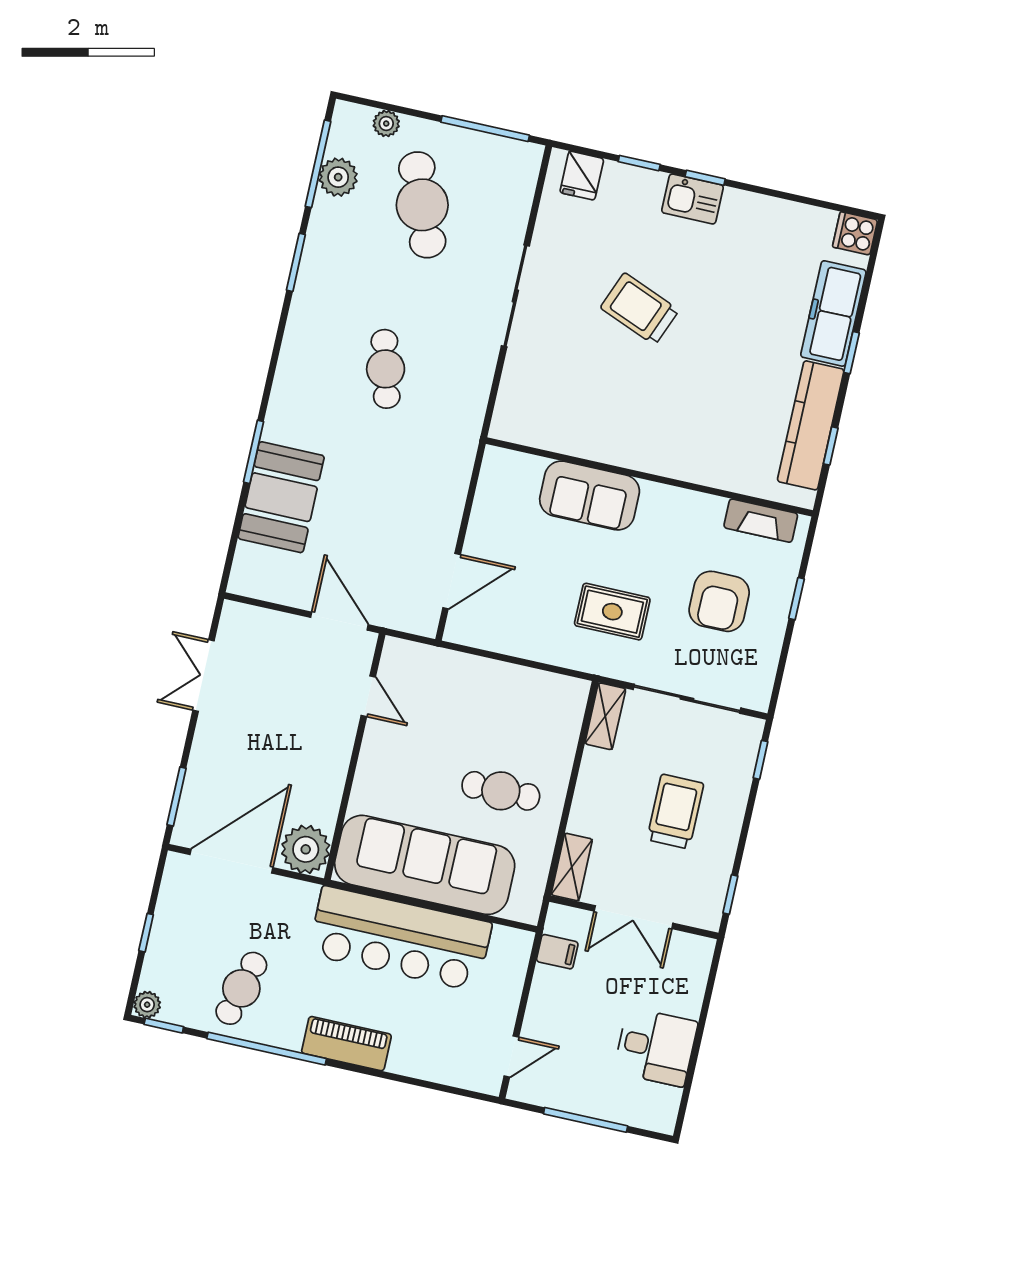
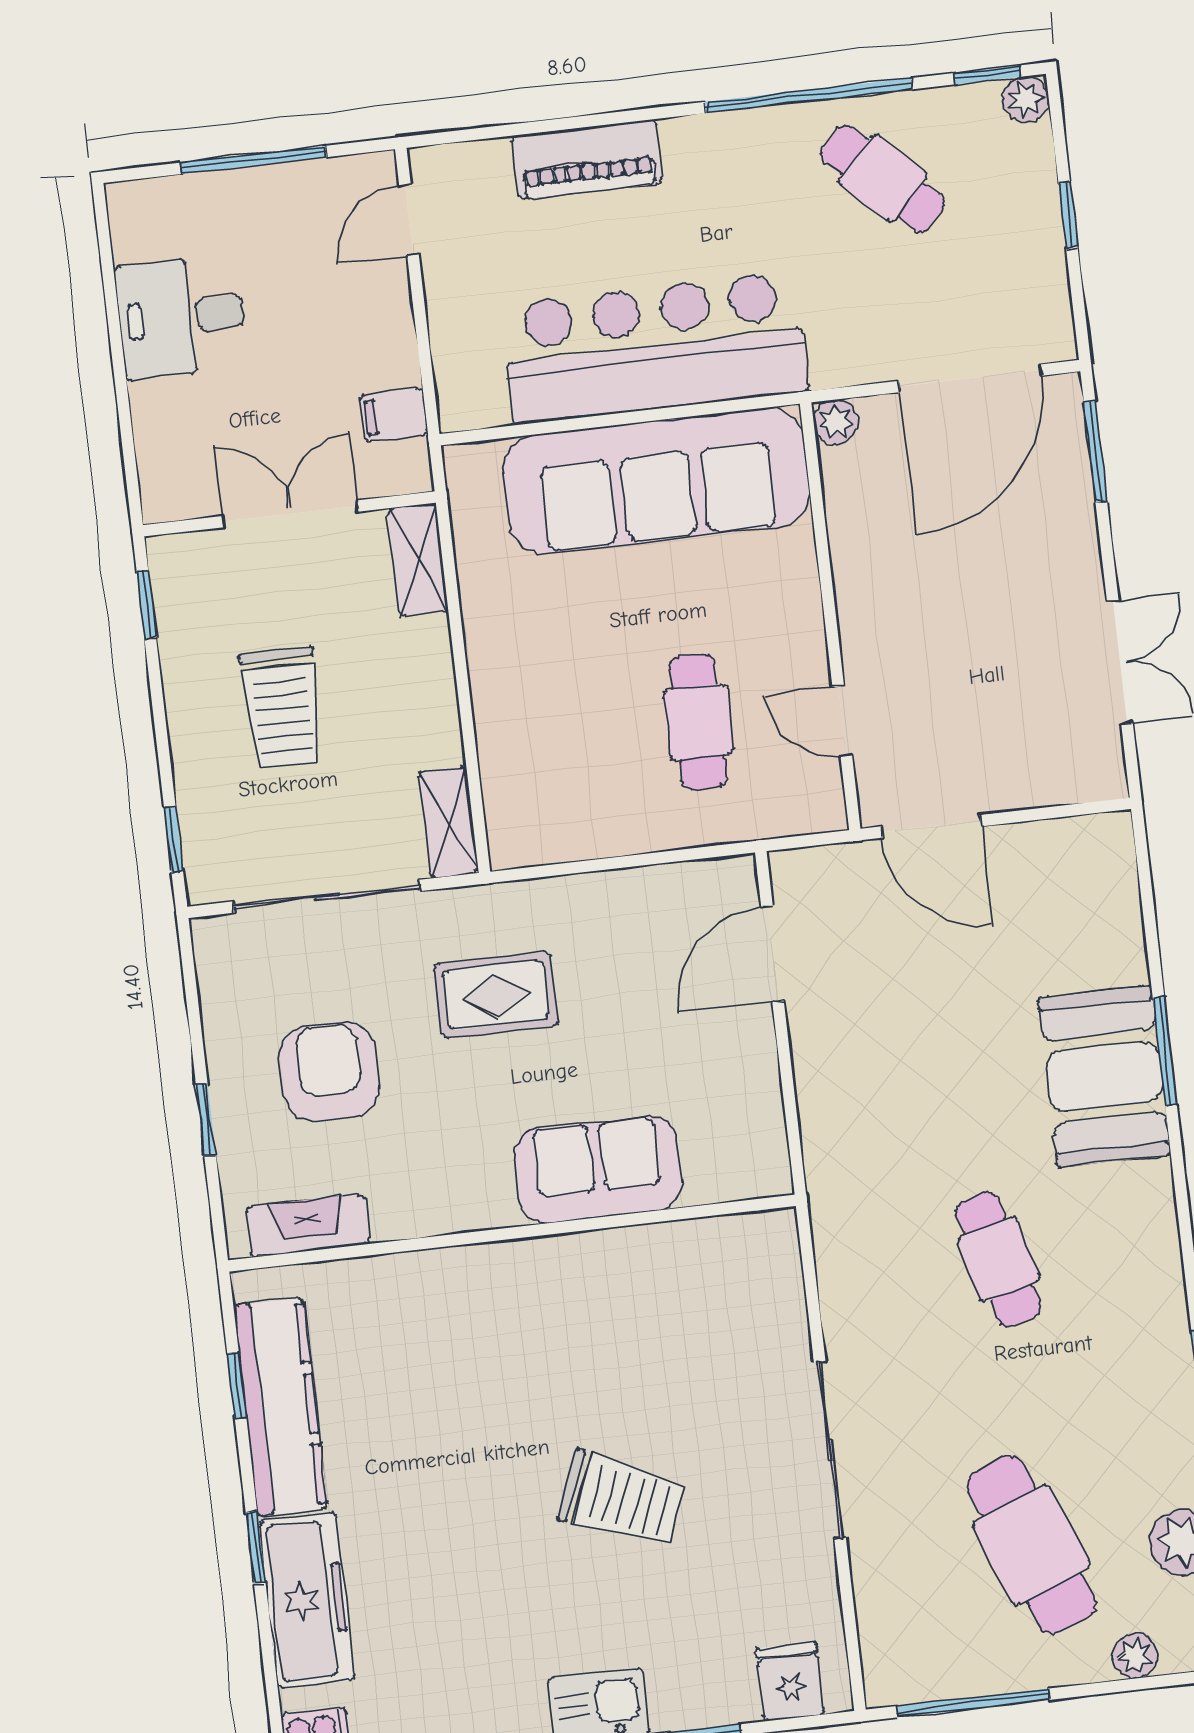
booth: (281, 497) -> (1104, 1076), moved
cafe table: (501, 791) -> (698, 722), moved, turned 90
plant: (306, 849) -> (836, 422), width x0.53, depth x0.53
cafe table: (241, 988) -> (883, 179), turned -61
piano: (346, 1044) -> (587, 159), moved

